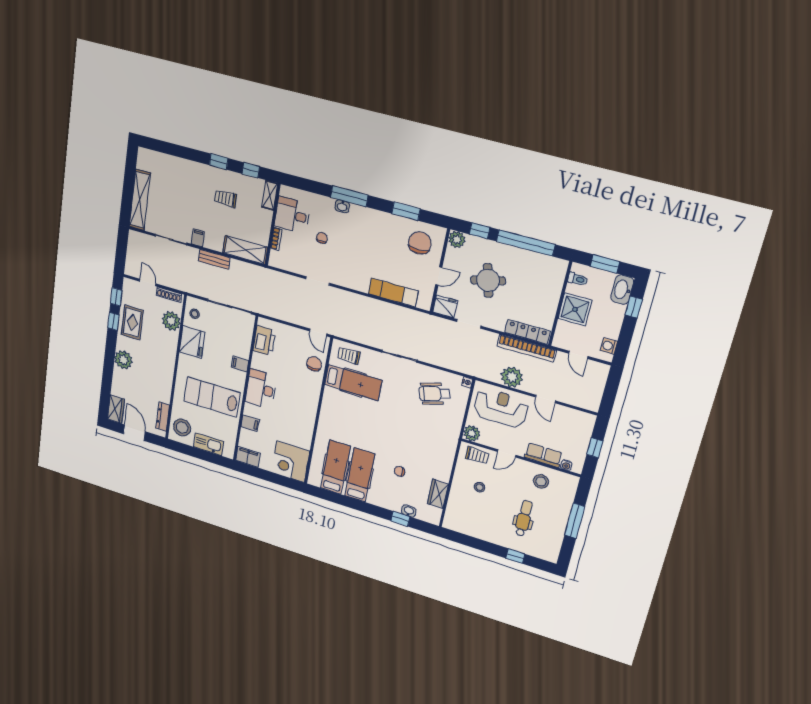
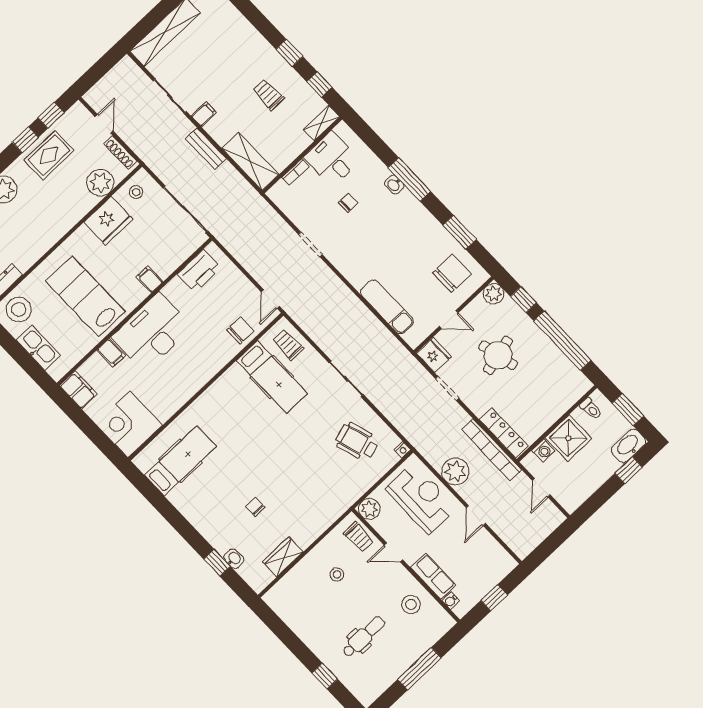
washing machine: (609, 346) -> (543, 450), moved, turned 180
desk: (261, 389) -> (152, 332), width x1.36, depth x1.30
hospital bed: (360, 475) -> (204, 486), removed

